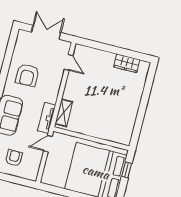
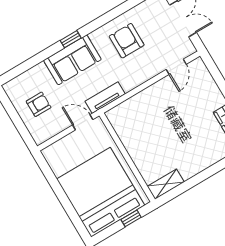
armchair: (27, 75) -> (127, 41), turned 90
shelving: (64, 113) -> (166, 184), moved

